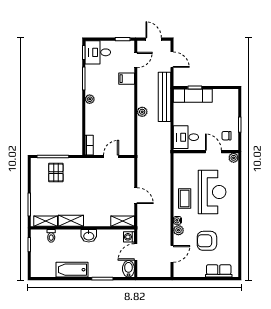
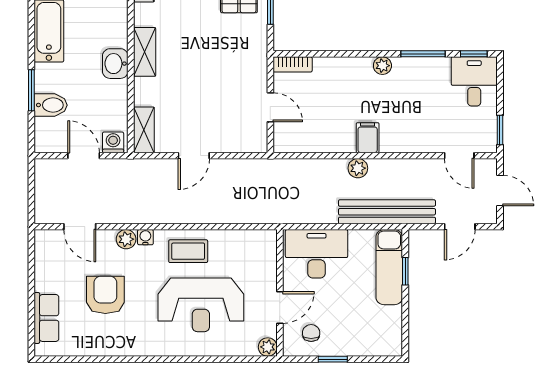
door: (154, 39) -> (500, 191), hinge flipped
filing cabinet: (127, 79) -> (368, 138), moved
desk: (186, 137) -> (317, 254), width x1.37
shelving: (71, 221) -> (145, 52), moved
bidet: (128, 269) -> (51, 105), moved

